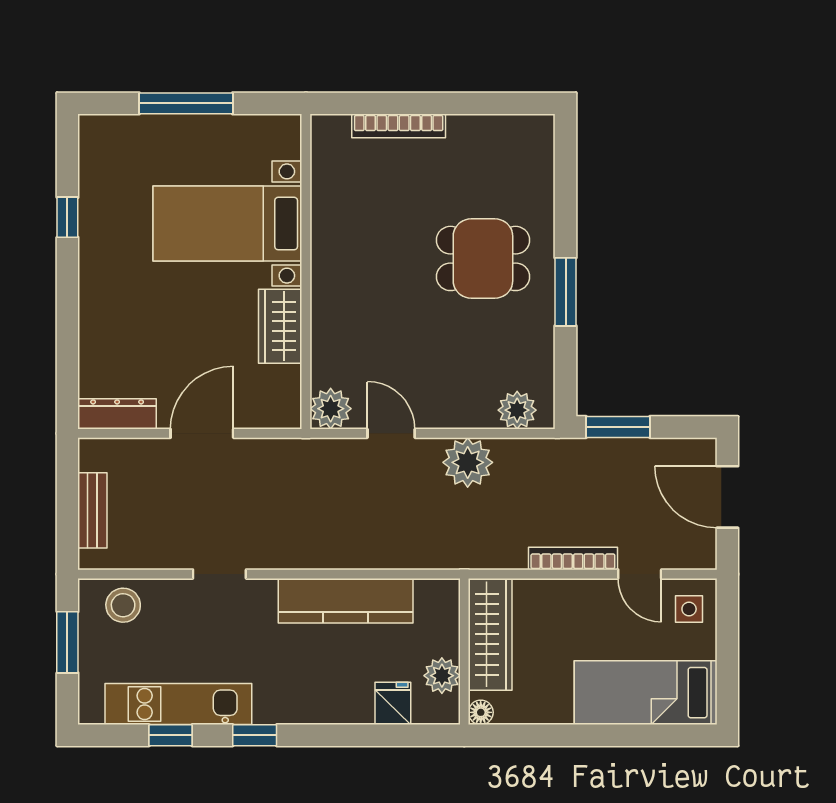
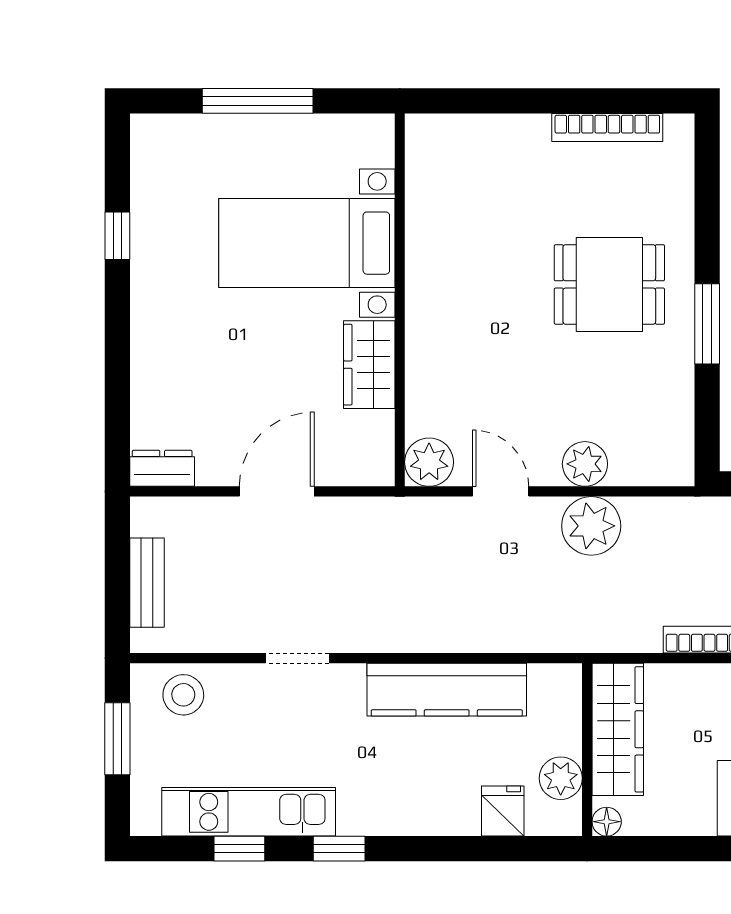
bookcase: (399, 126) -> (607, 128), moved
plant: (517, 410) -> (585, 464), moved
dresser: (117, 414) -> (162, 468), width x0.70

